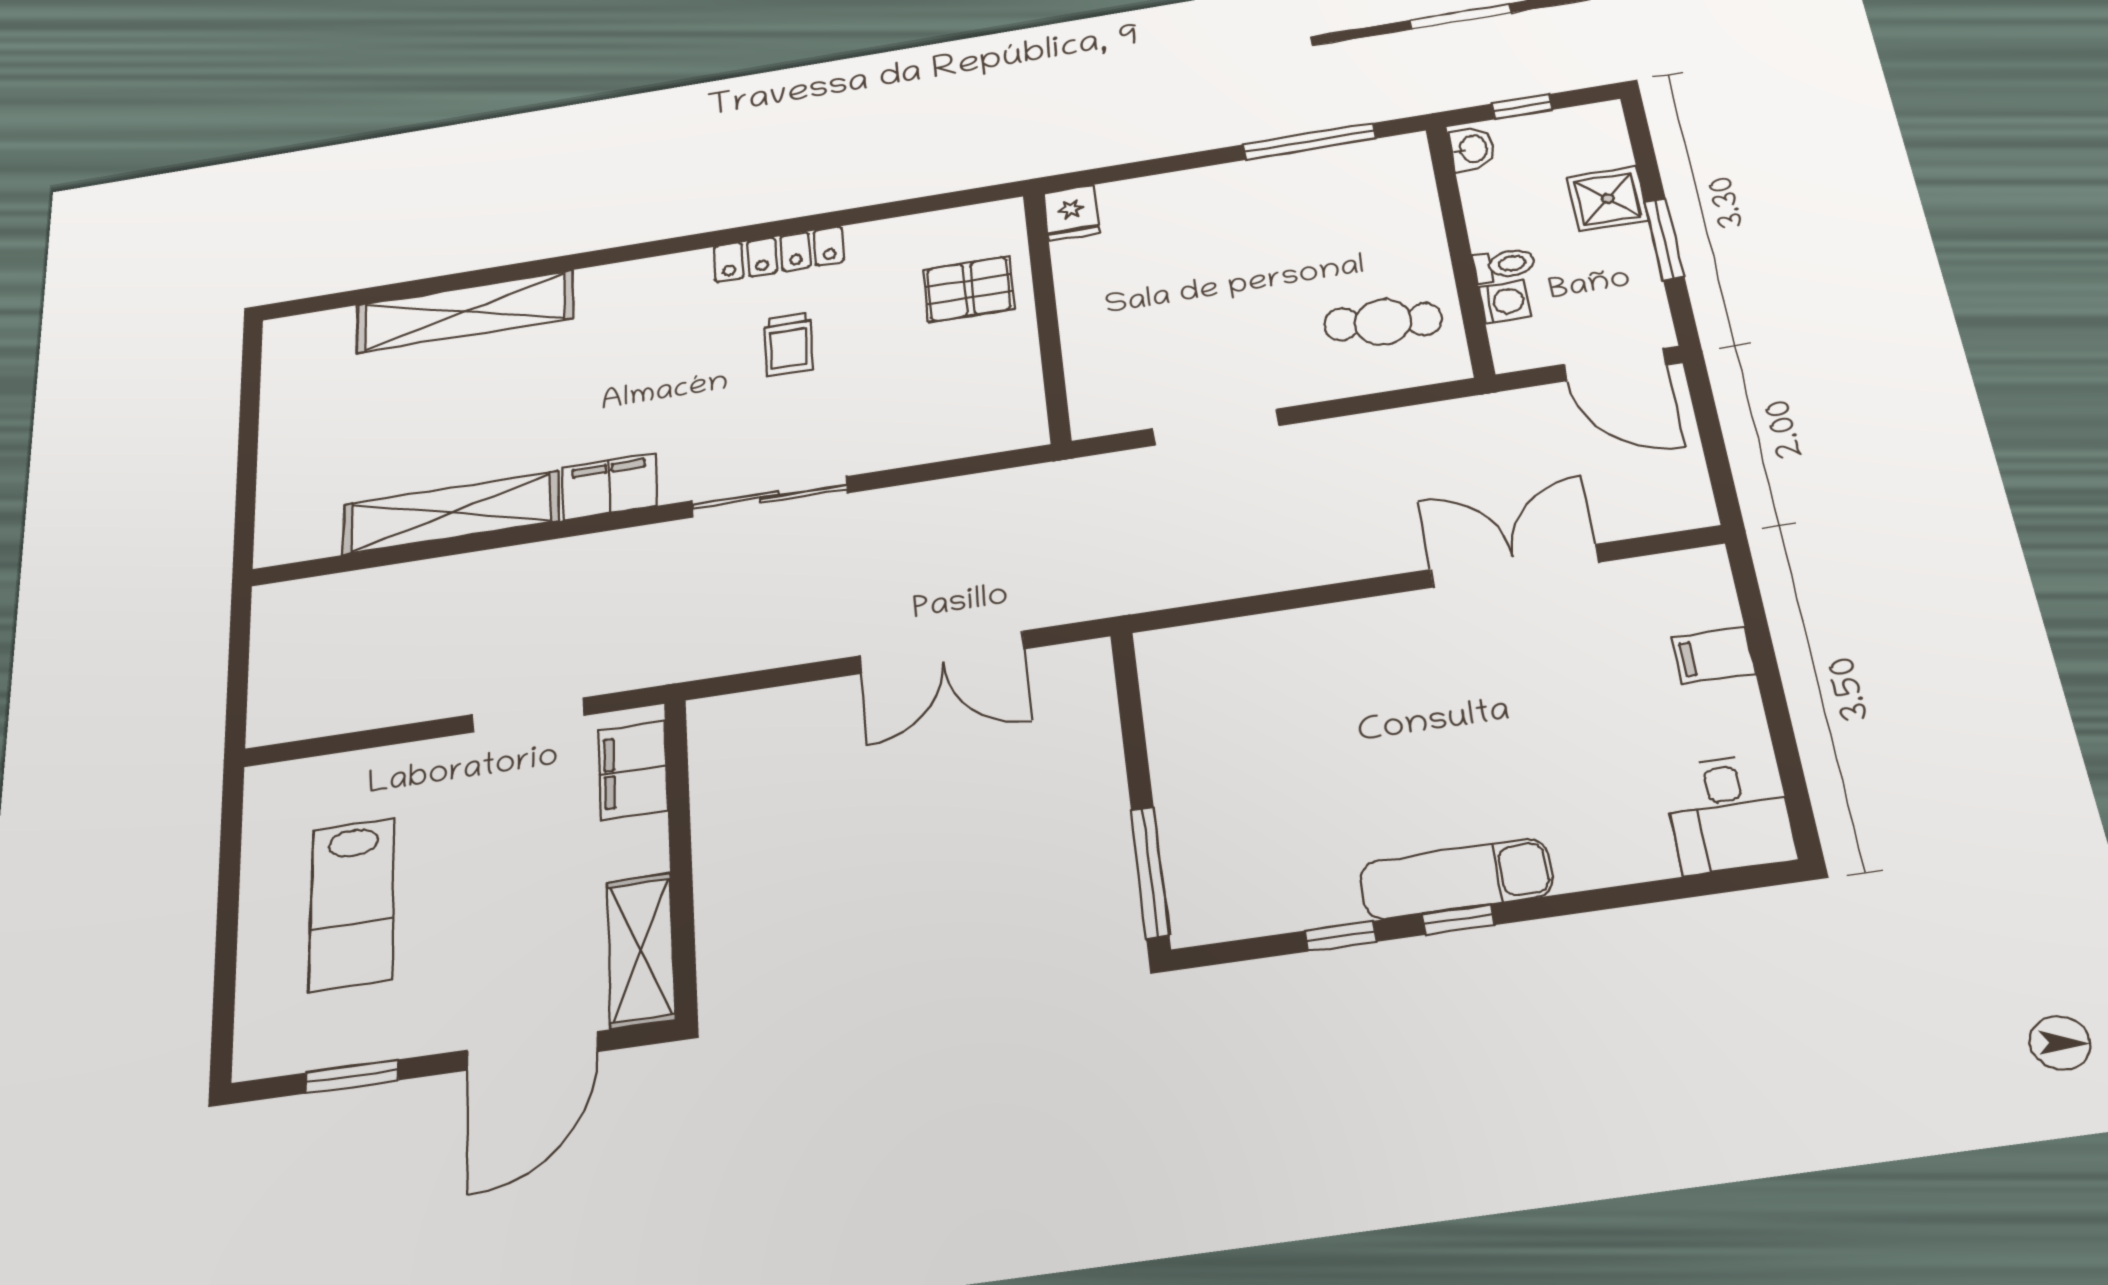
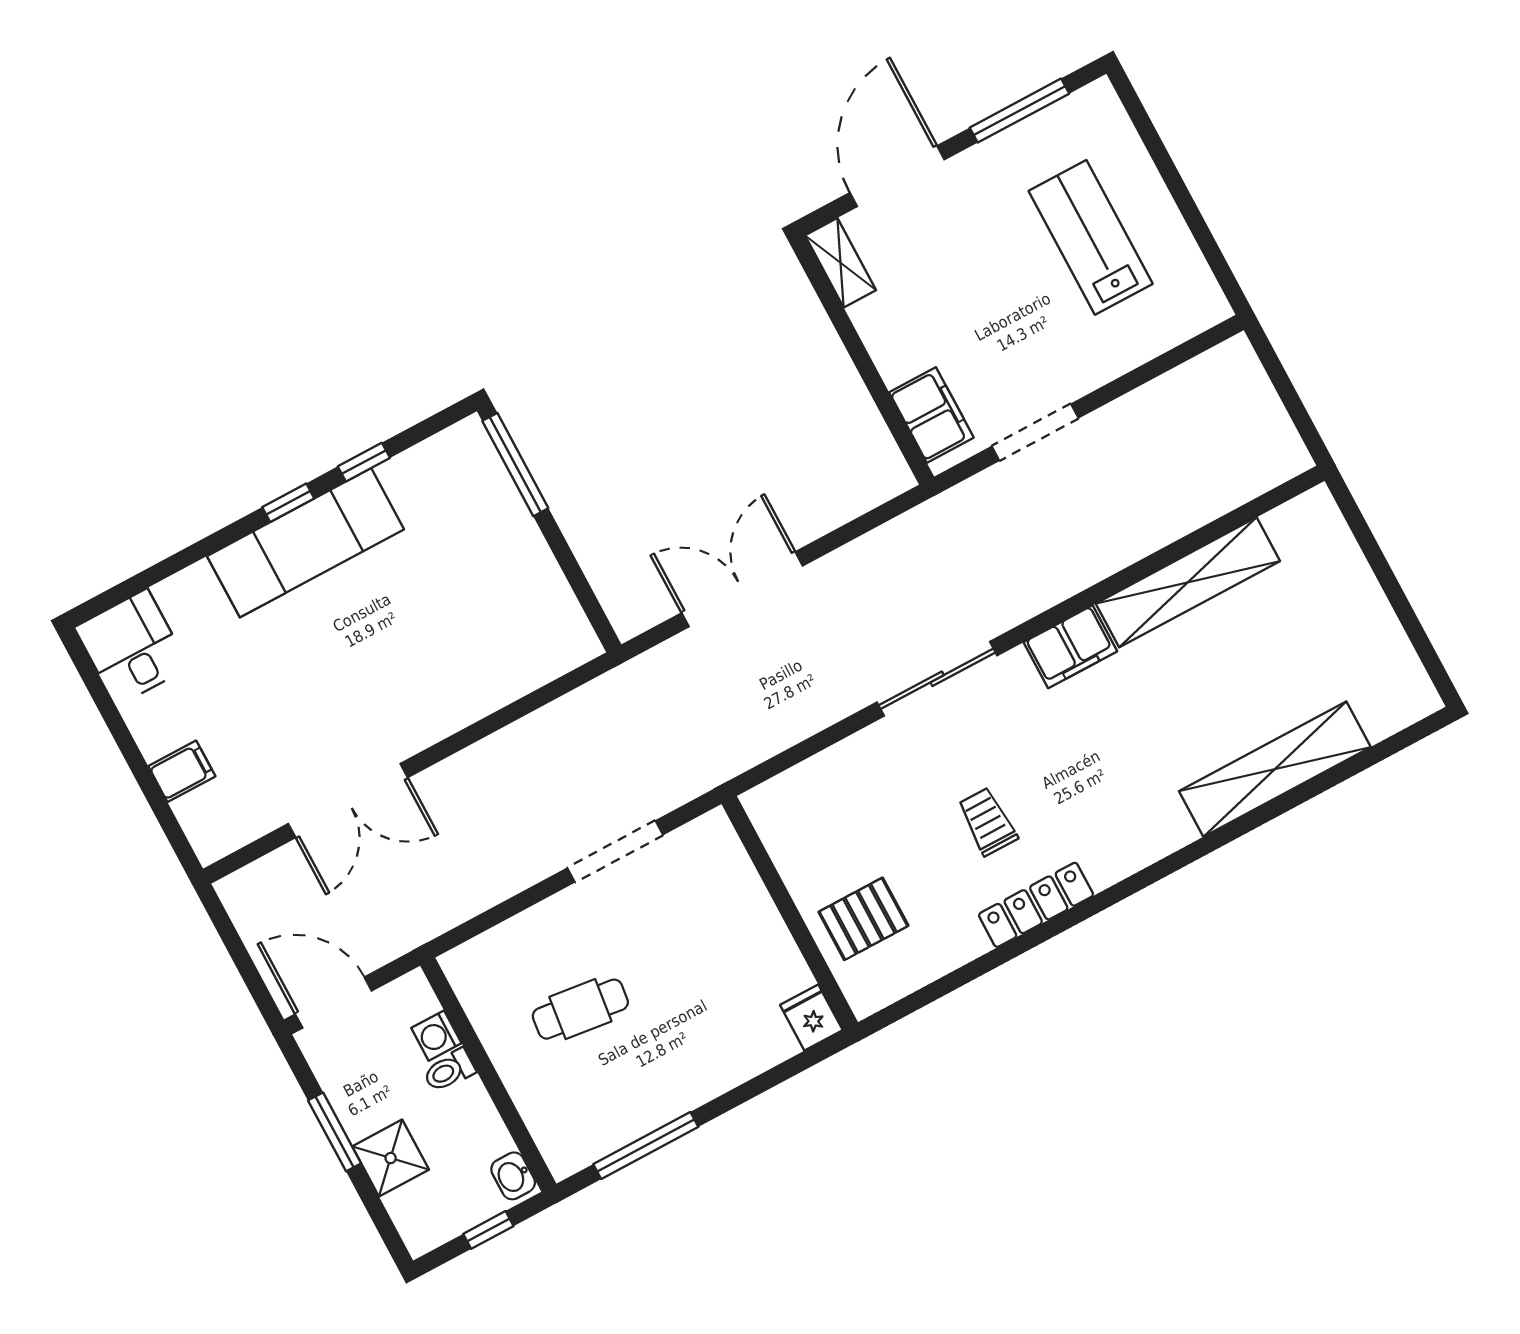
cafe table: (1383, 322) -> (580, 1009), moved
exam couch: (1456, 879) -> (305, 543), width x1.36, depth x1.45
shelving: (641, 950) -> (840, 263), width x0.67, depth x0.75
window: (352, 1076) -> (1019, 111), width x1.44

